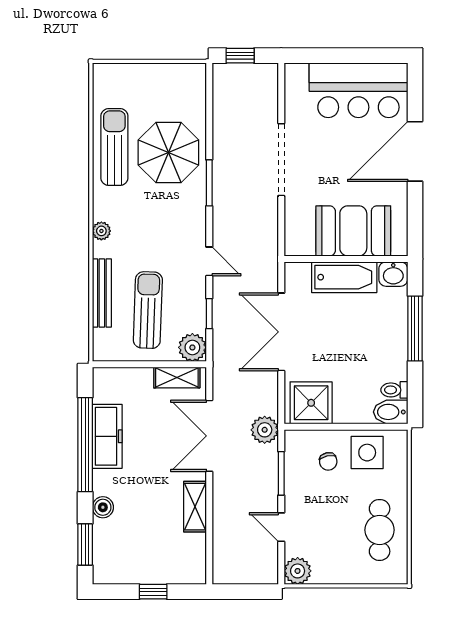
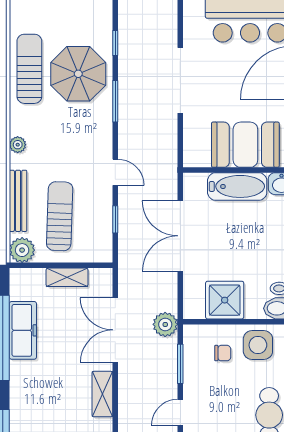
window: (209, 118) -> (115, 43), added
plant: (192, 347) -> (22, 250), moved
shelving: (177, 378) -> (67, 277), moved
shower: (311, 403) -> (225, 300), moved
chair: (328, 461) -> (223, 353), turned -78
boiler: (103, 507) -> (19, 395), removed
door: (281, 527) -> (180, 412), hinge flipped

